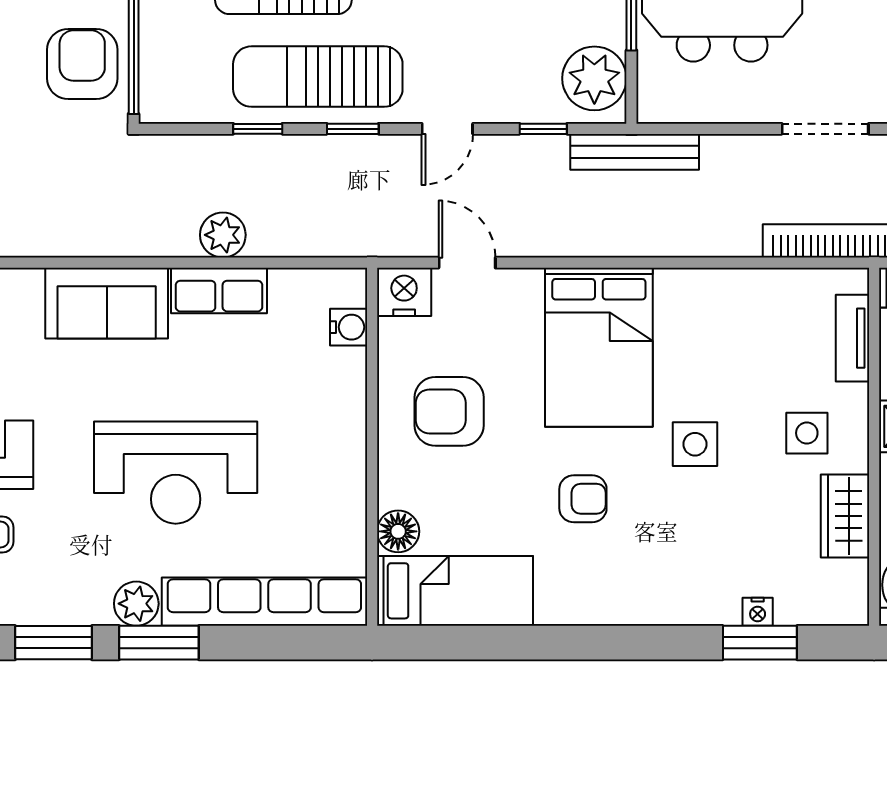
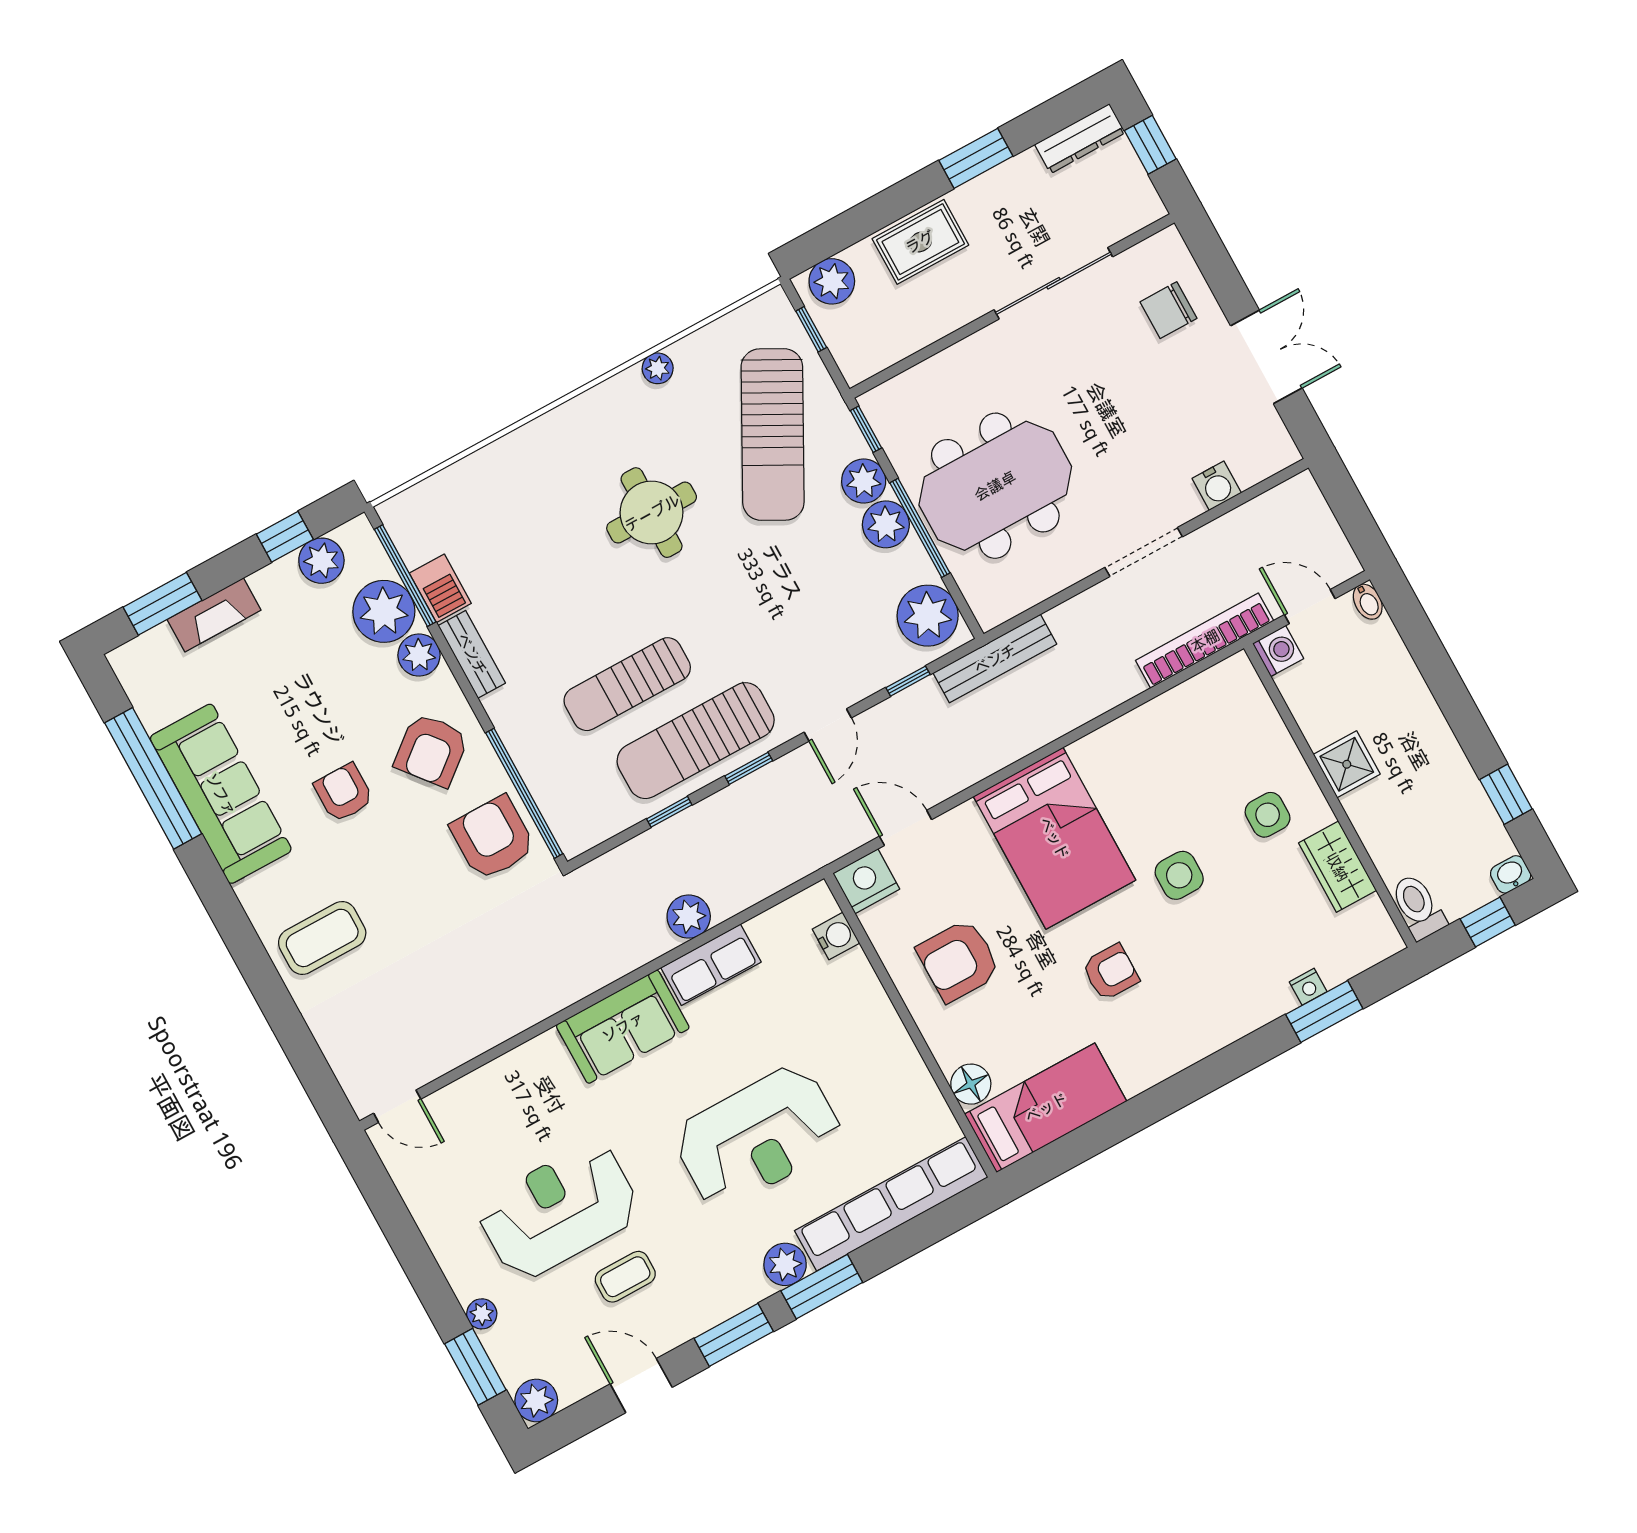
tv unit: (852, 338) -> (1262, 715), removed

